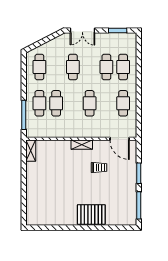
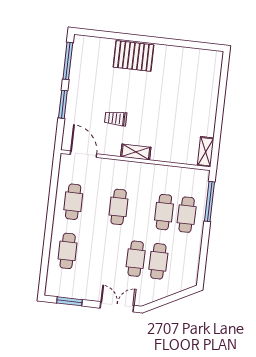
cafe table: (39, 67) -> (158, 261), moved
cafe table: (106, 67) -> (90, 254), removed

